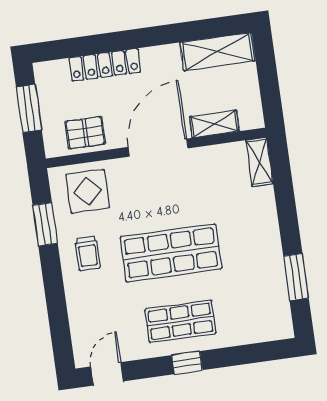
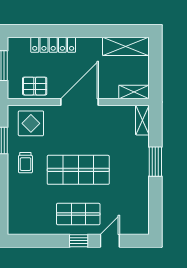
shelving: (214, 124) -> (134, 92), moved
window: (296, 277) -> (155, 162), moved
door: (107, 374) -> (110, 241), moved

